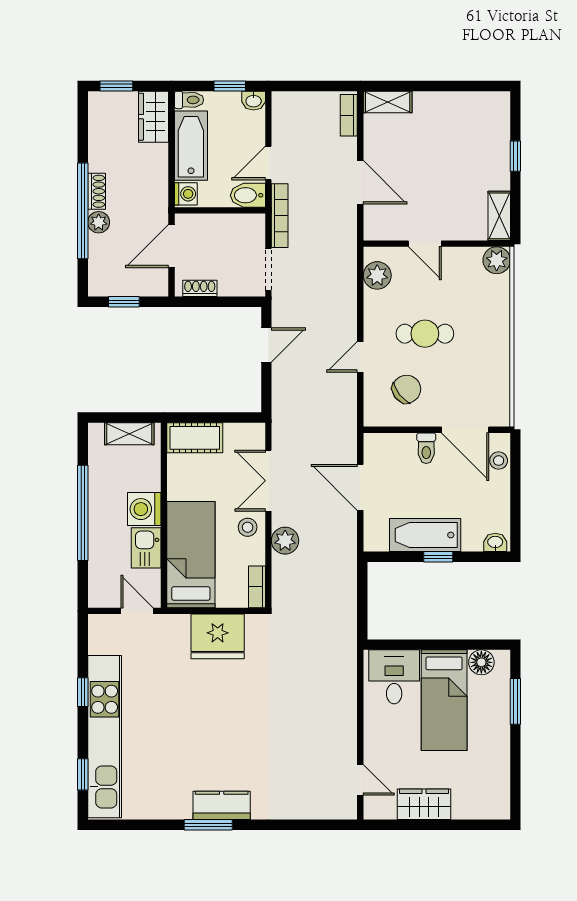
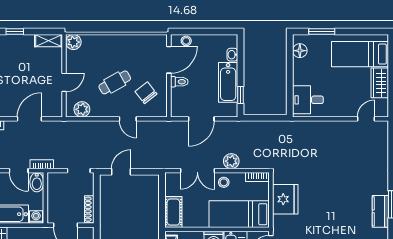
bookcase: (280, 216) -> (42, 164), width x0.64
shoe rack: (200, 288) -> (89, 209), width x1.43
cafe table: (425, 334) -> (115, 82), turned 61
door: (266, 345) -> (121, 172), hinge flipped
washbasin: (495, 542) -> (232, 55), moved
window: (438, 557) -> (240, 95), moved
bed: (444, 700) -> (360, 54), moved, turned 180
kitchen counter: (222, 805) -> (380, 211), moved

